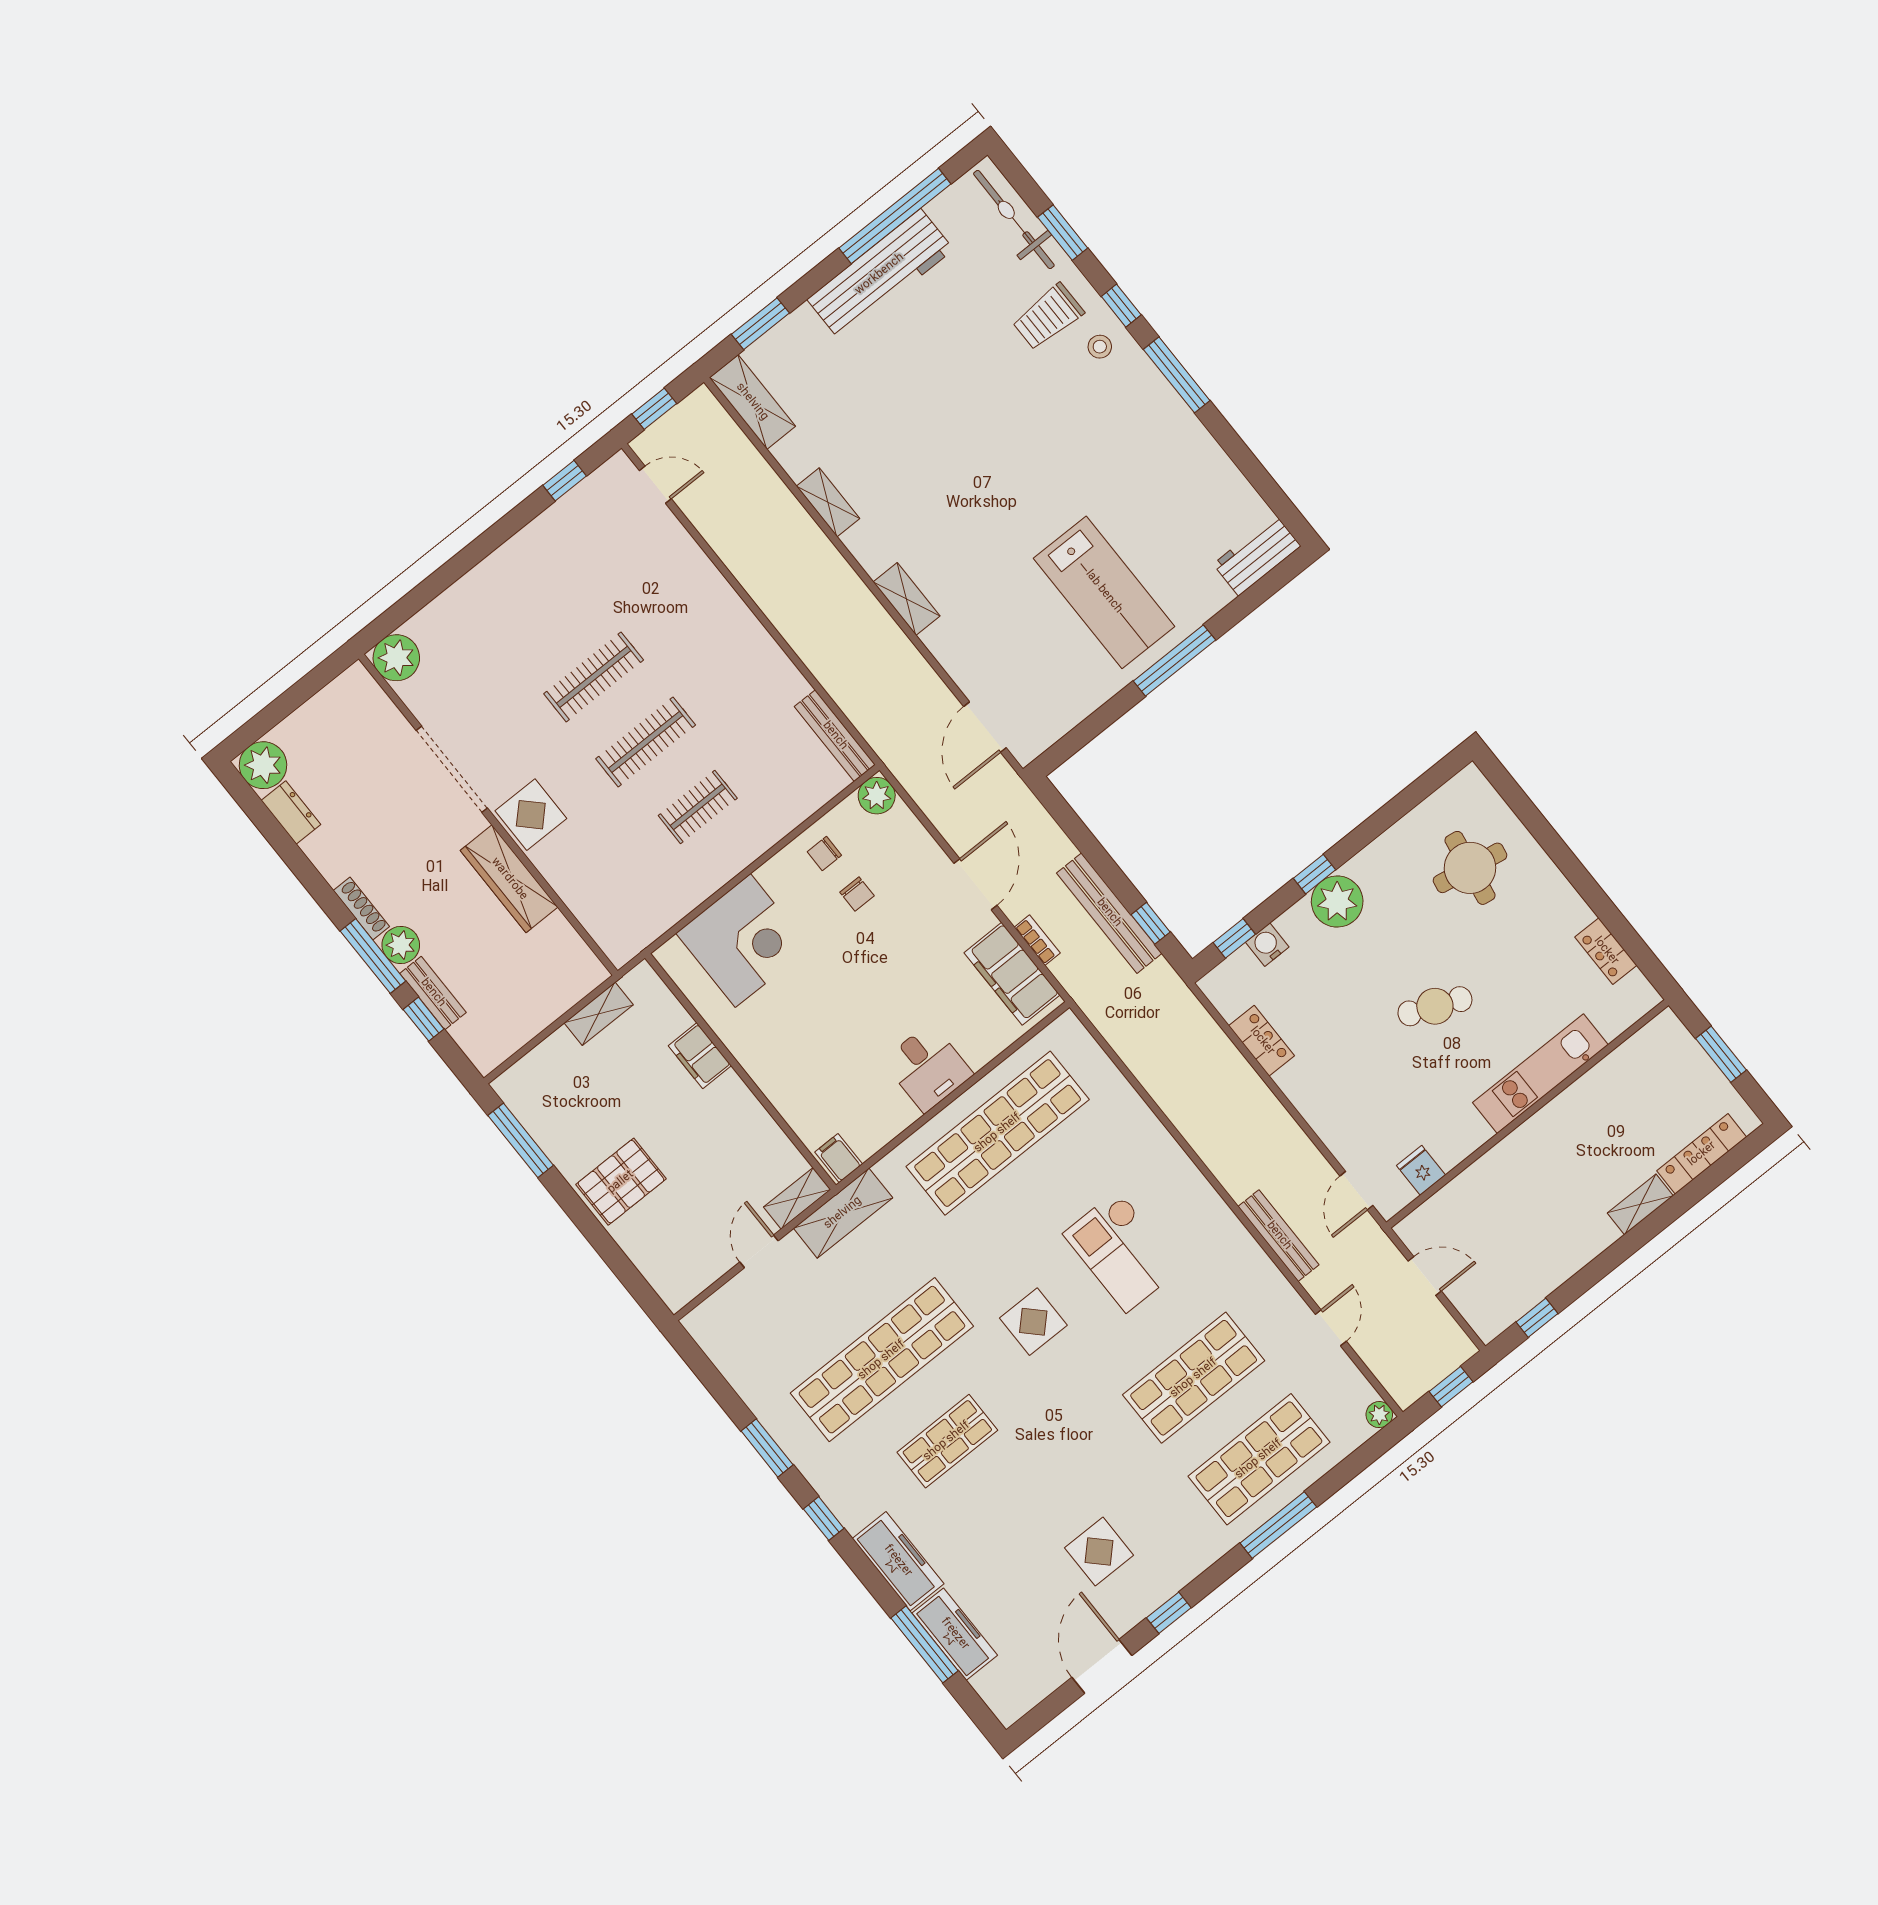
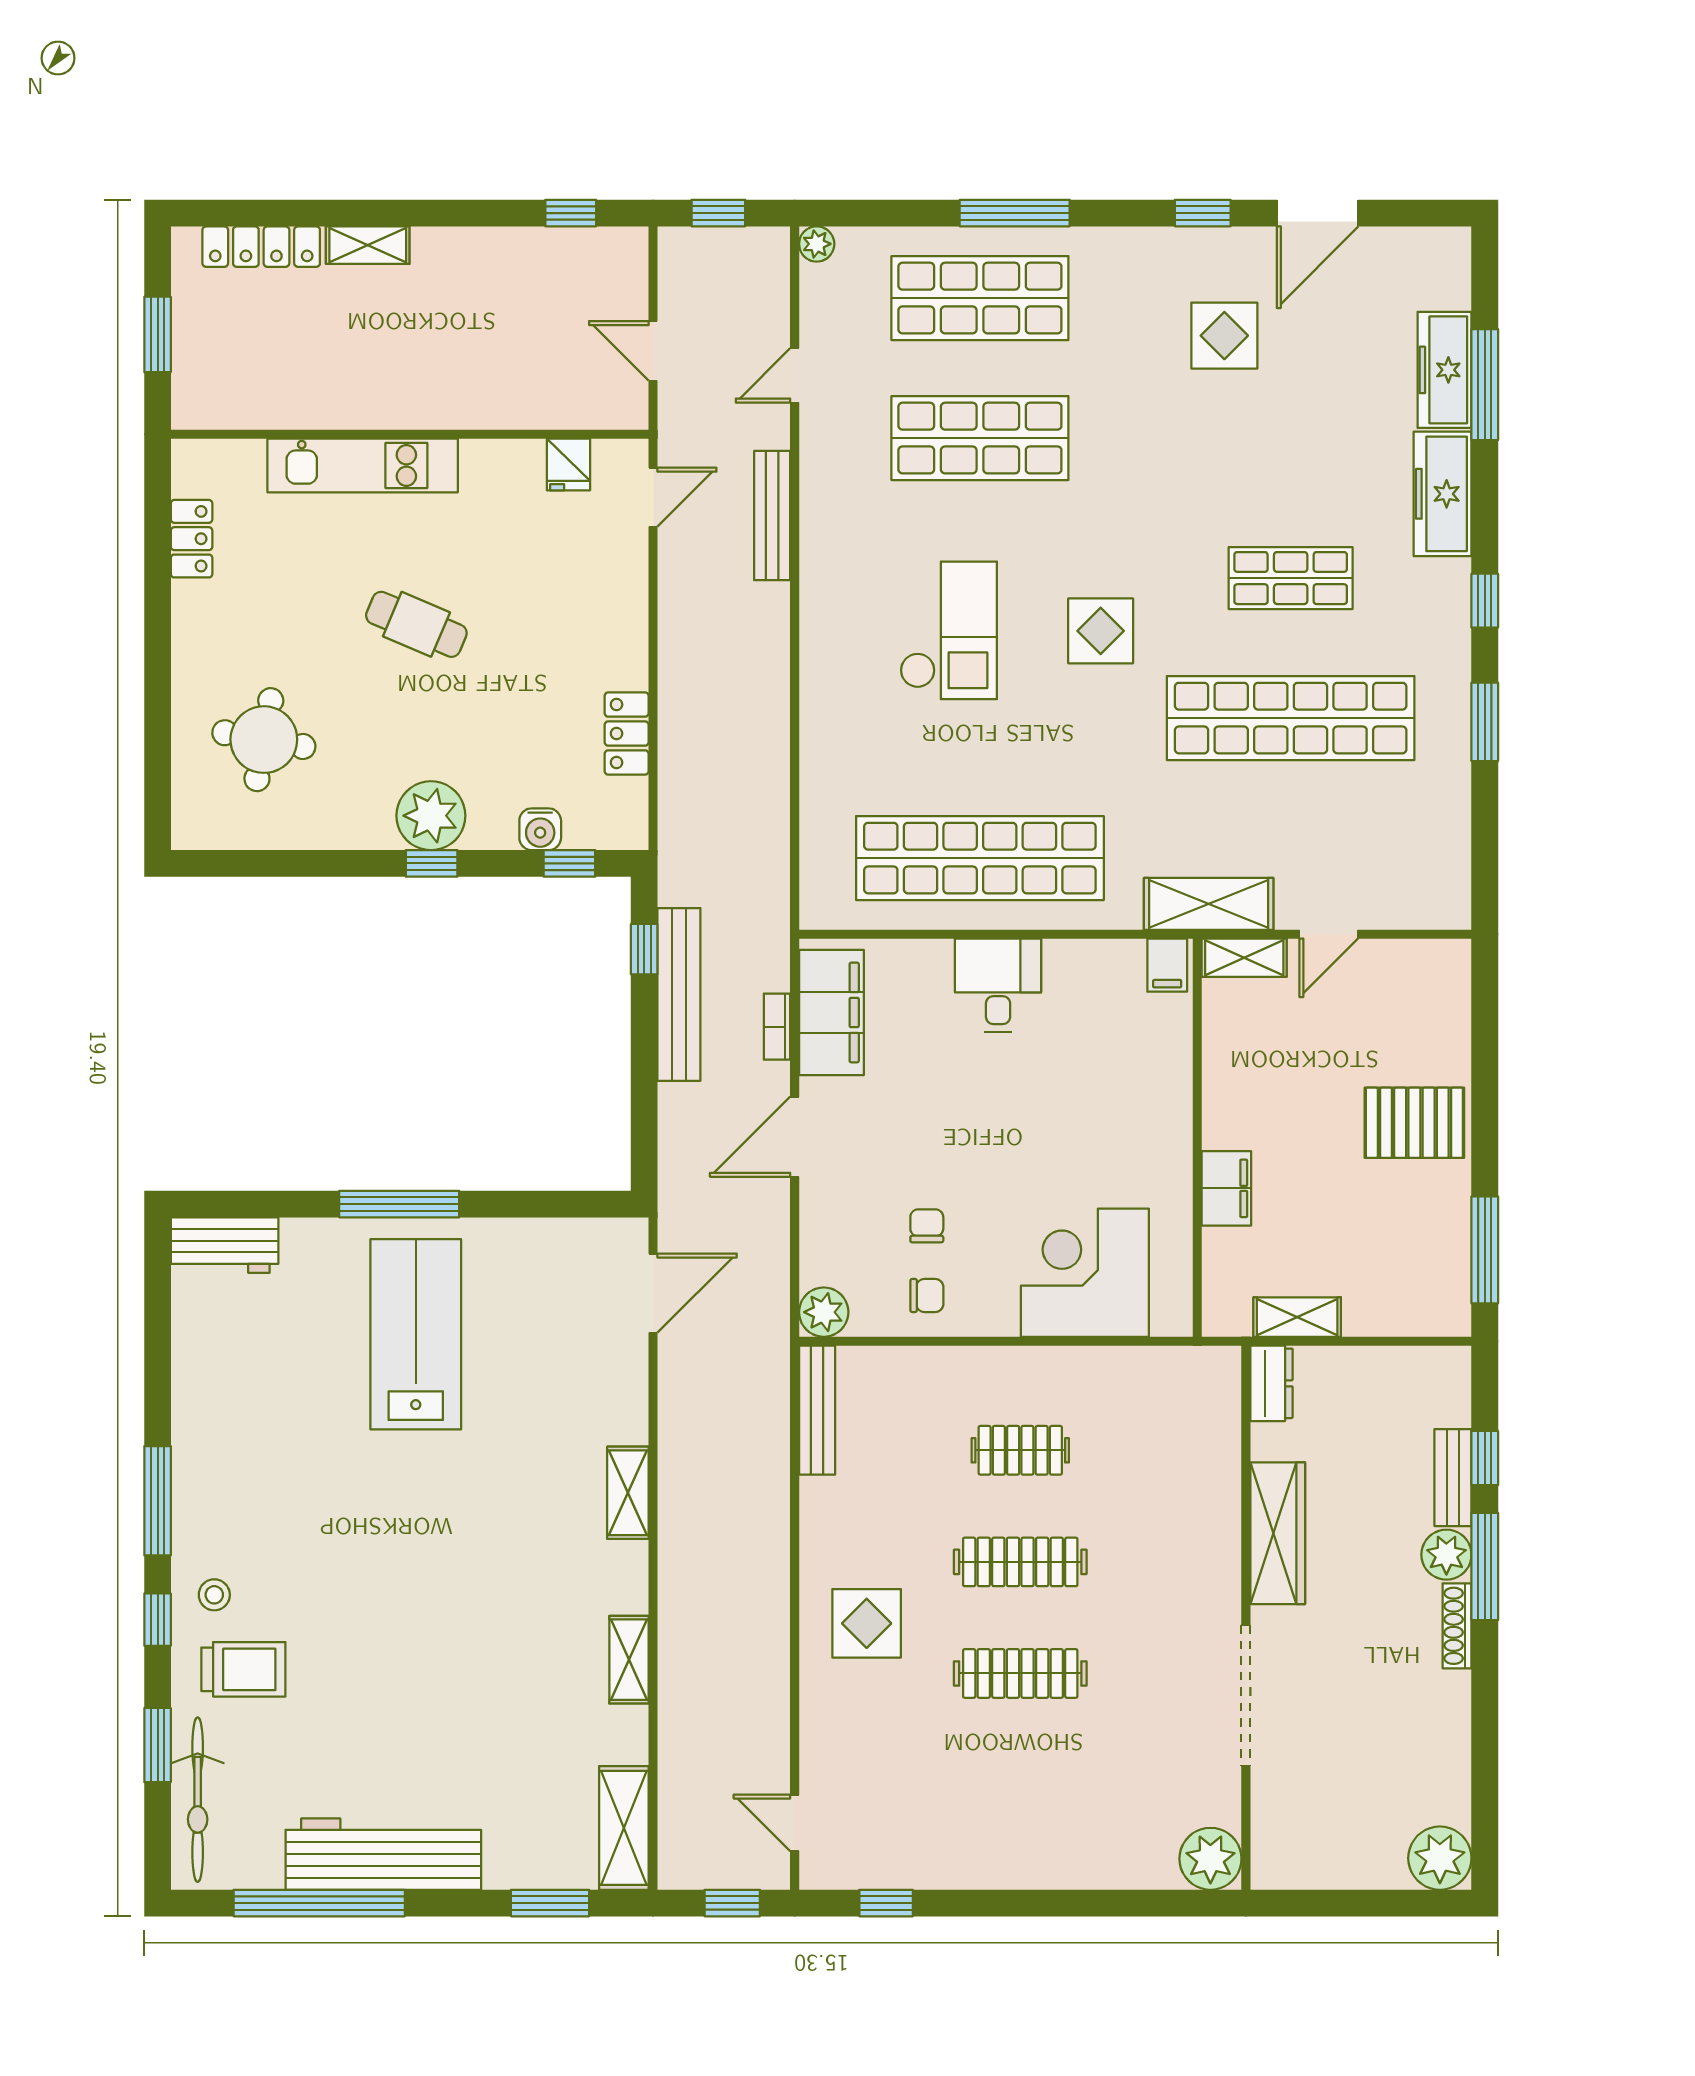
dresser: (291, 812) -> (1272, 1383), moved, turned 180
display table: (531, 815) -> (867, 1623), moved

